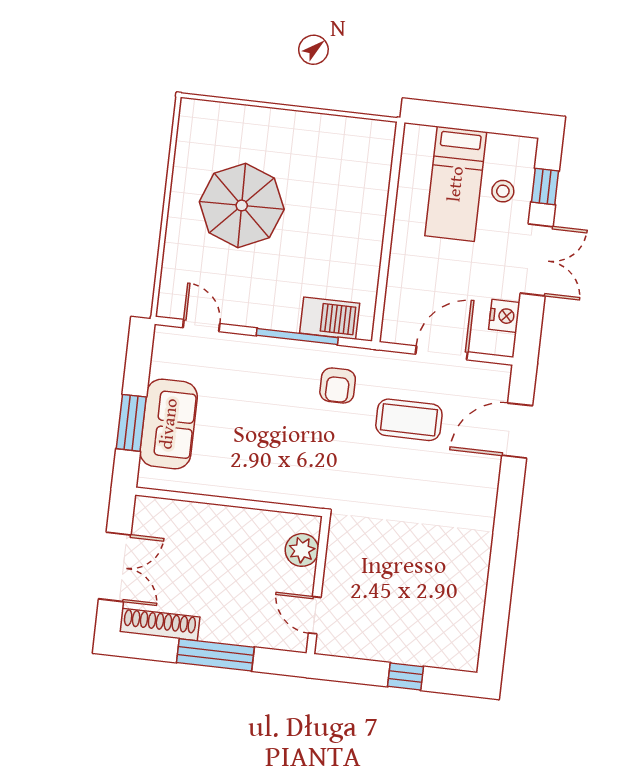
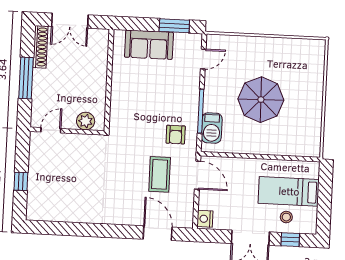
parasol: (242, 205) -> (261, 100), moved
nightstand: (504, 316) -> (205, 219), moved, turned 90
door: (442, 353) -> (198, 175), moved
armchair: (338, 385) -> (176, 135), turned -90
window: (131, 423) -> (174, 26), moved

